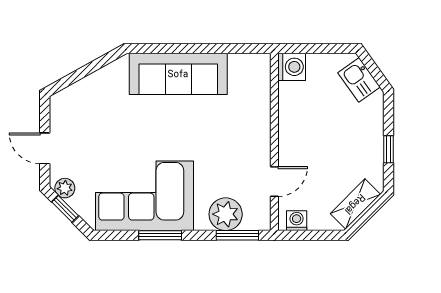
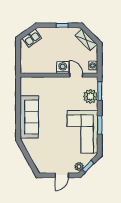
washing machine: (292, 67) -> (63, 68), moved

